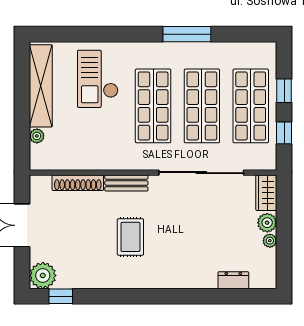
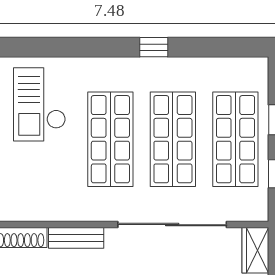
window: (187, 34) -> (154, 47), width x0.46

